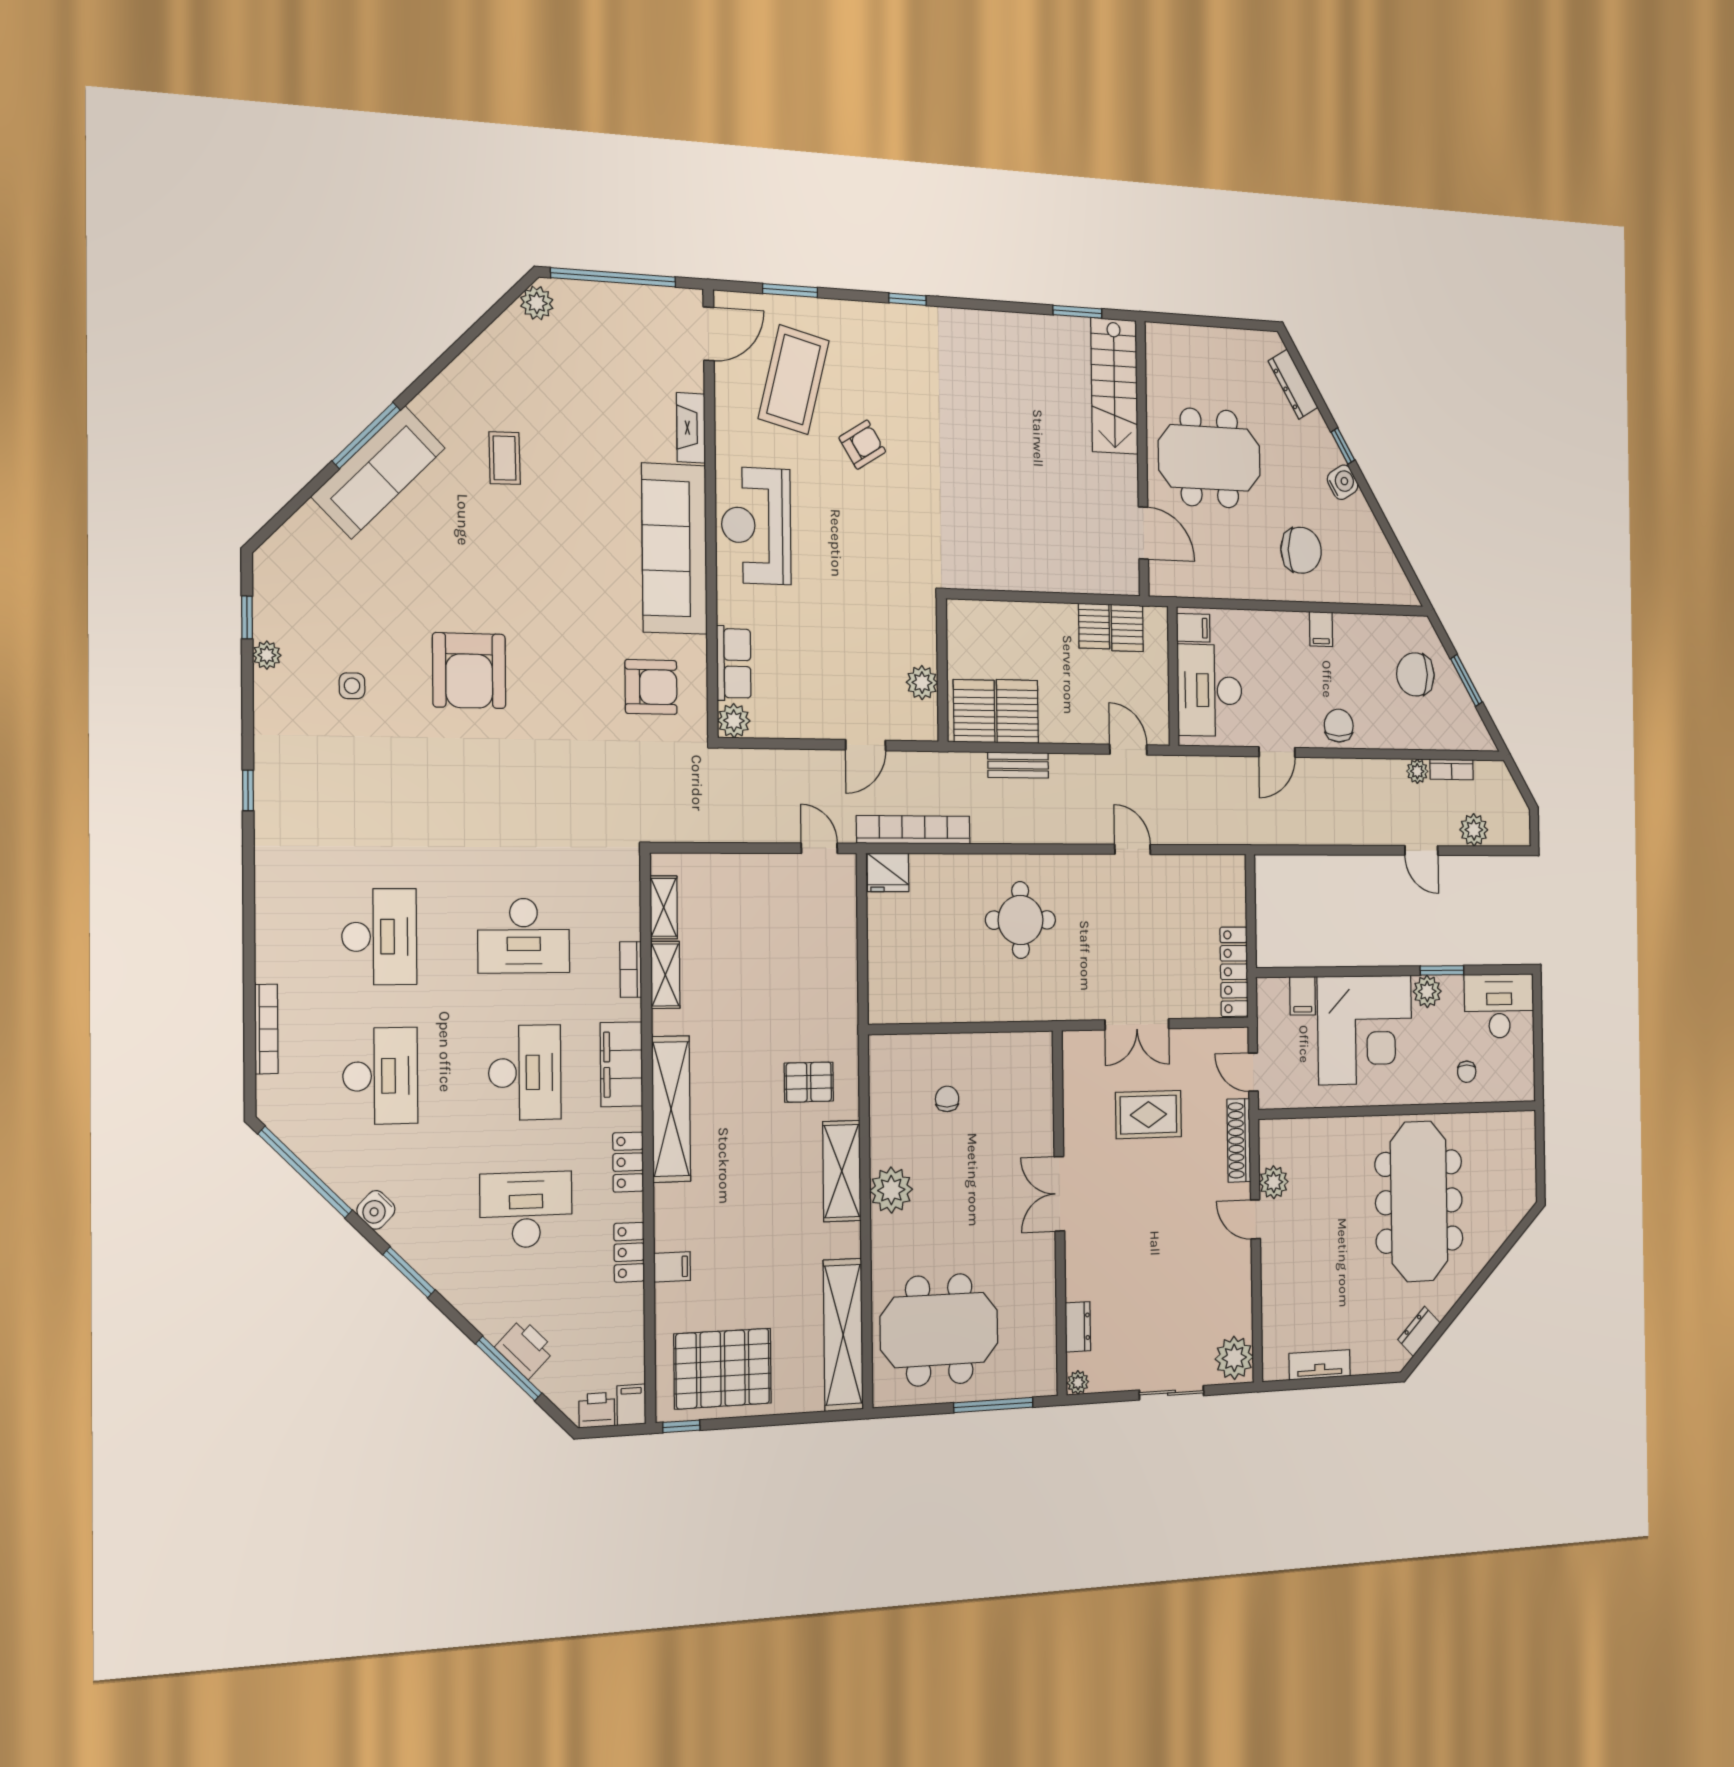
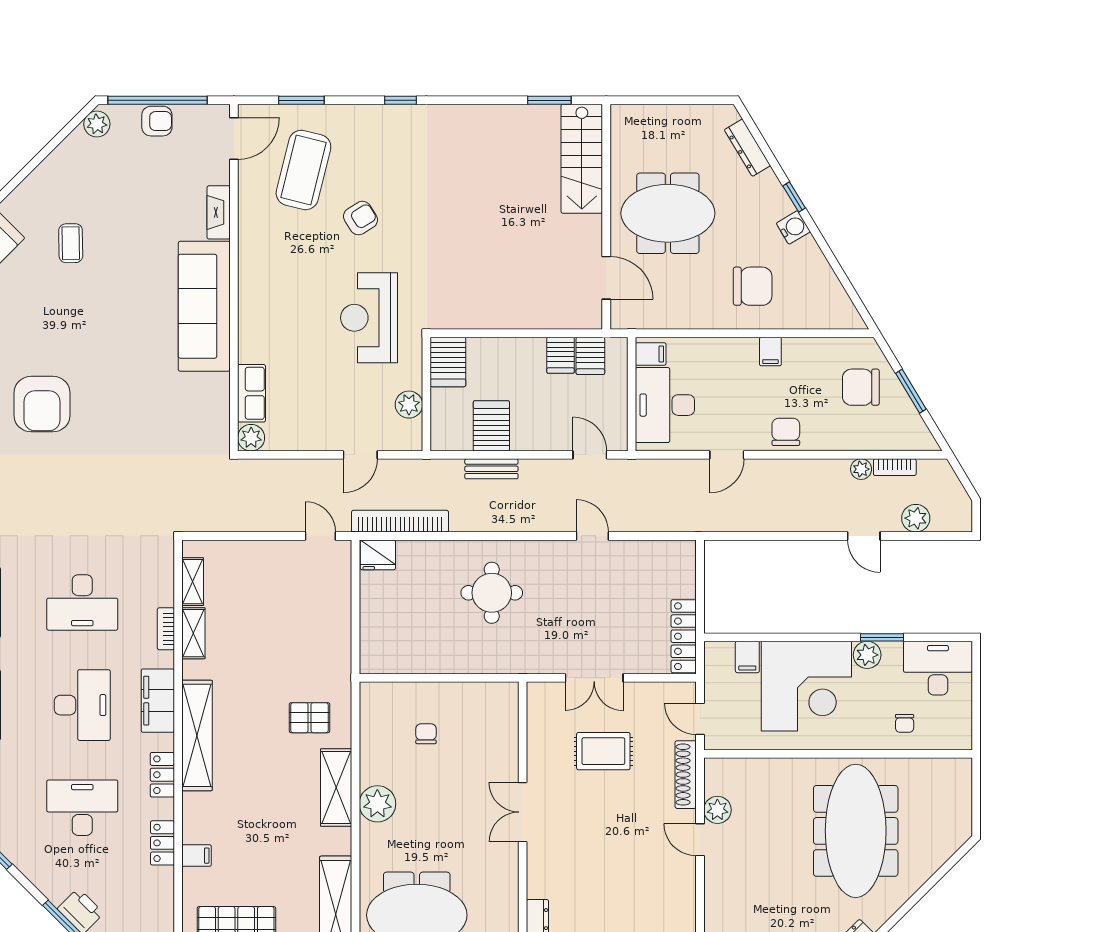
reception desk: (756, 526) -> (369, 318), moved
armchair: (651, 687) -> (157, 121), moved, width x0.72, depth x0.72
server rack: (974, 711) -> (448, 362), moved, turned 180

